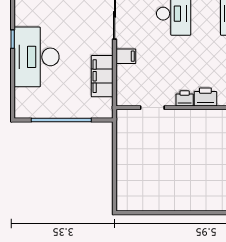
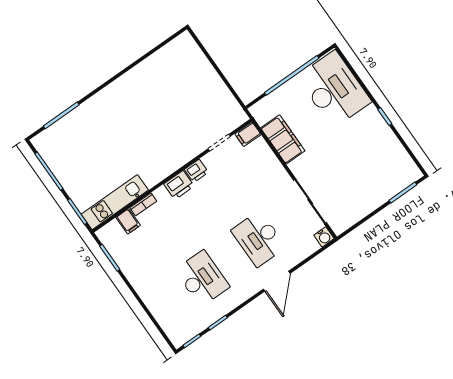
filing cabinet: (126, 56) -> (248, 134), moved
desk: (37, 57) -> (334, 89), moved

